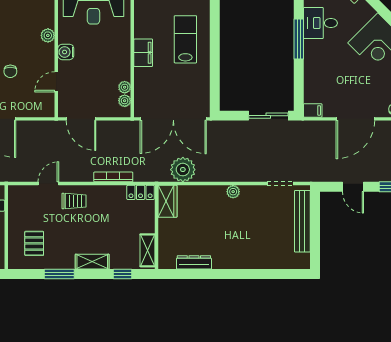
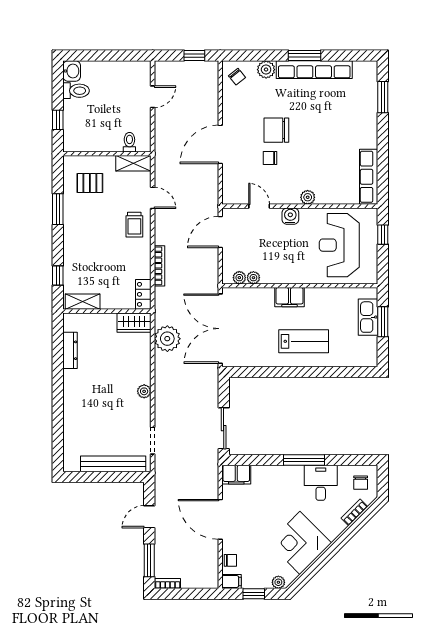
filing cabinet: (313, 110) -> (236, 475), width x2.00
shelving: (92, 262) -> (133, 163), moved, turned 90

